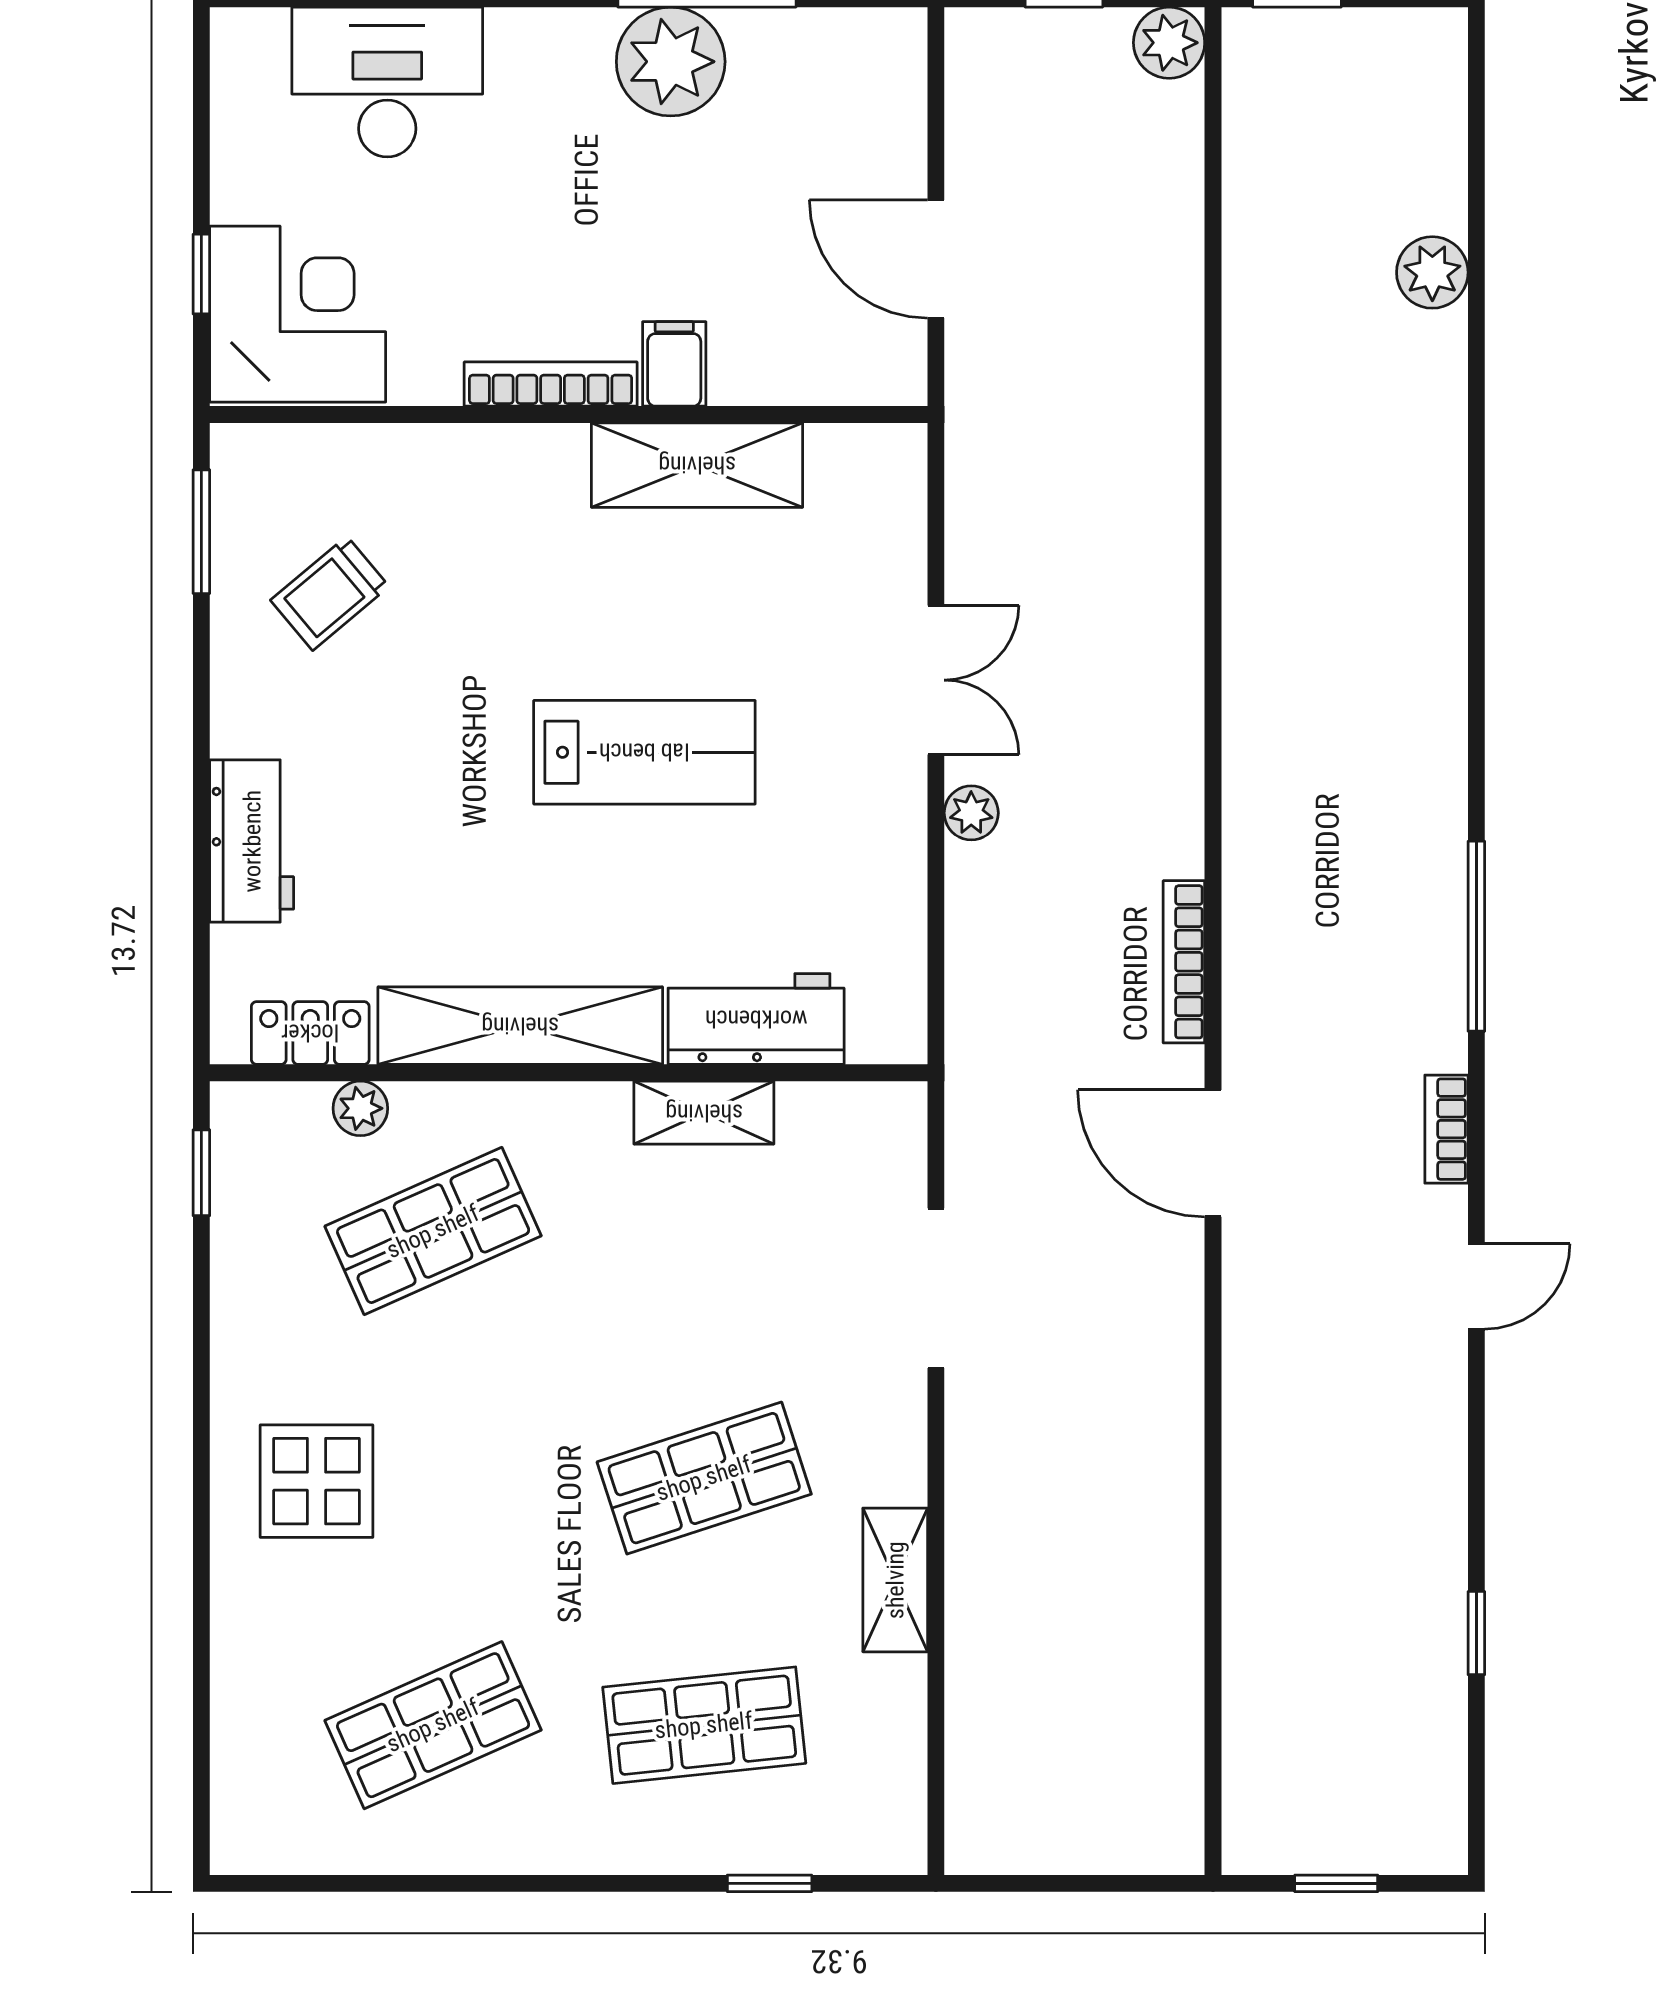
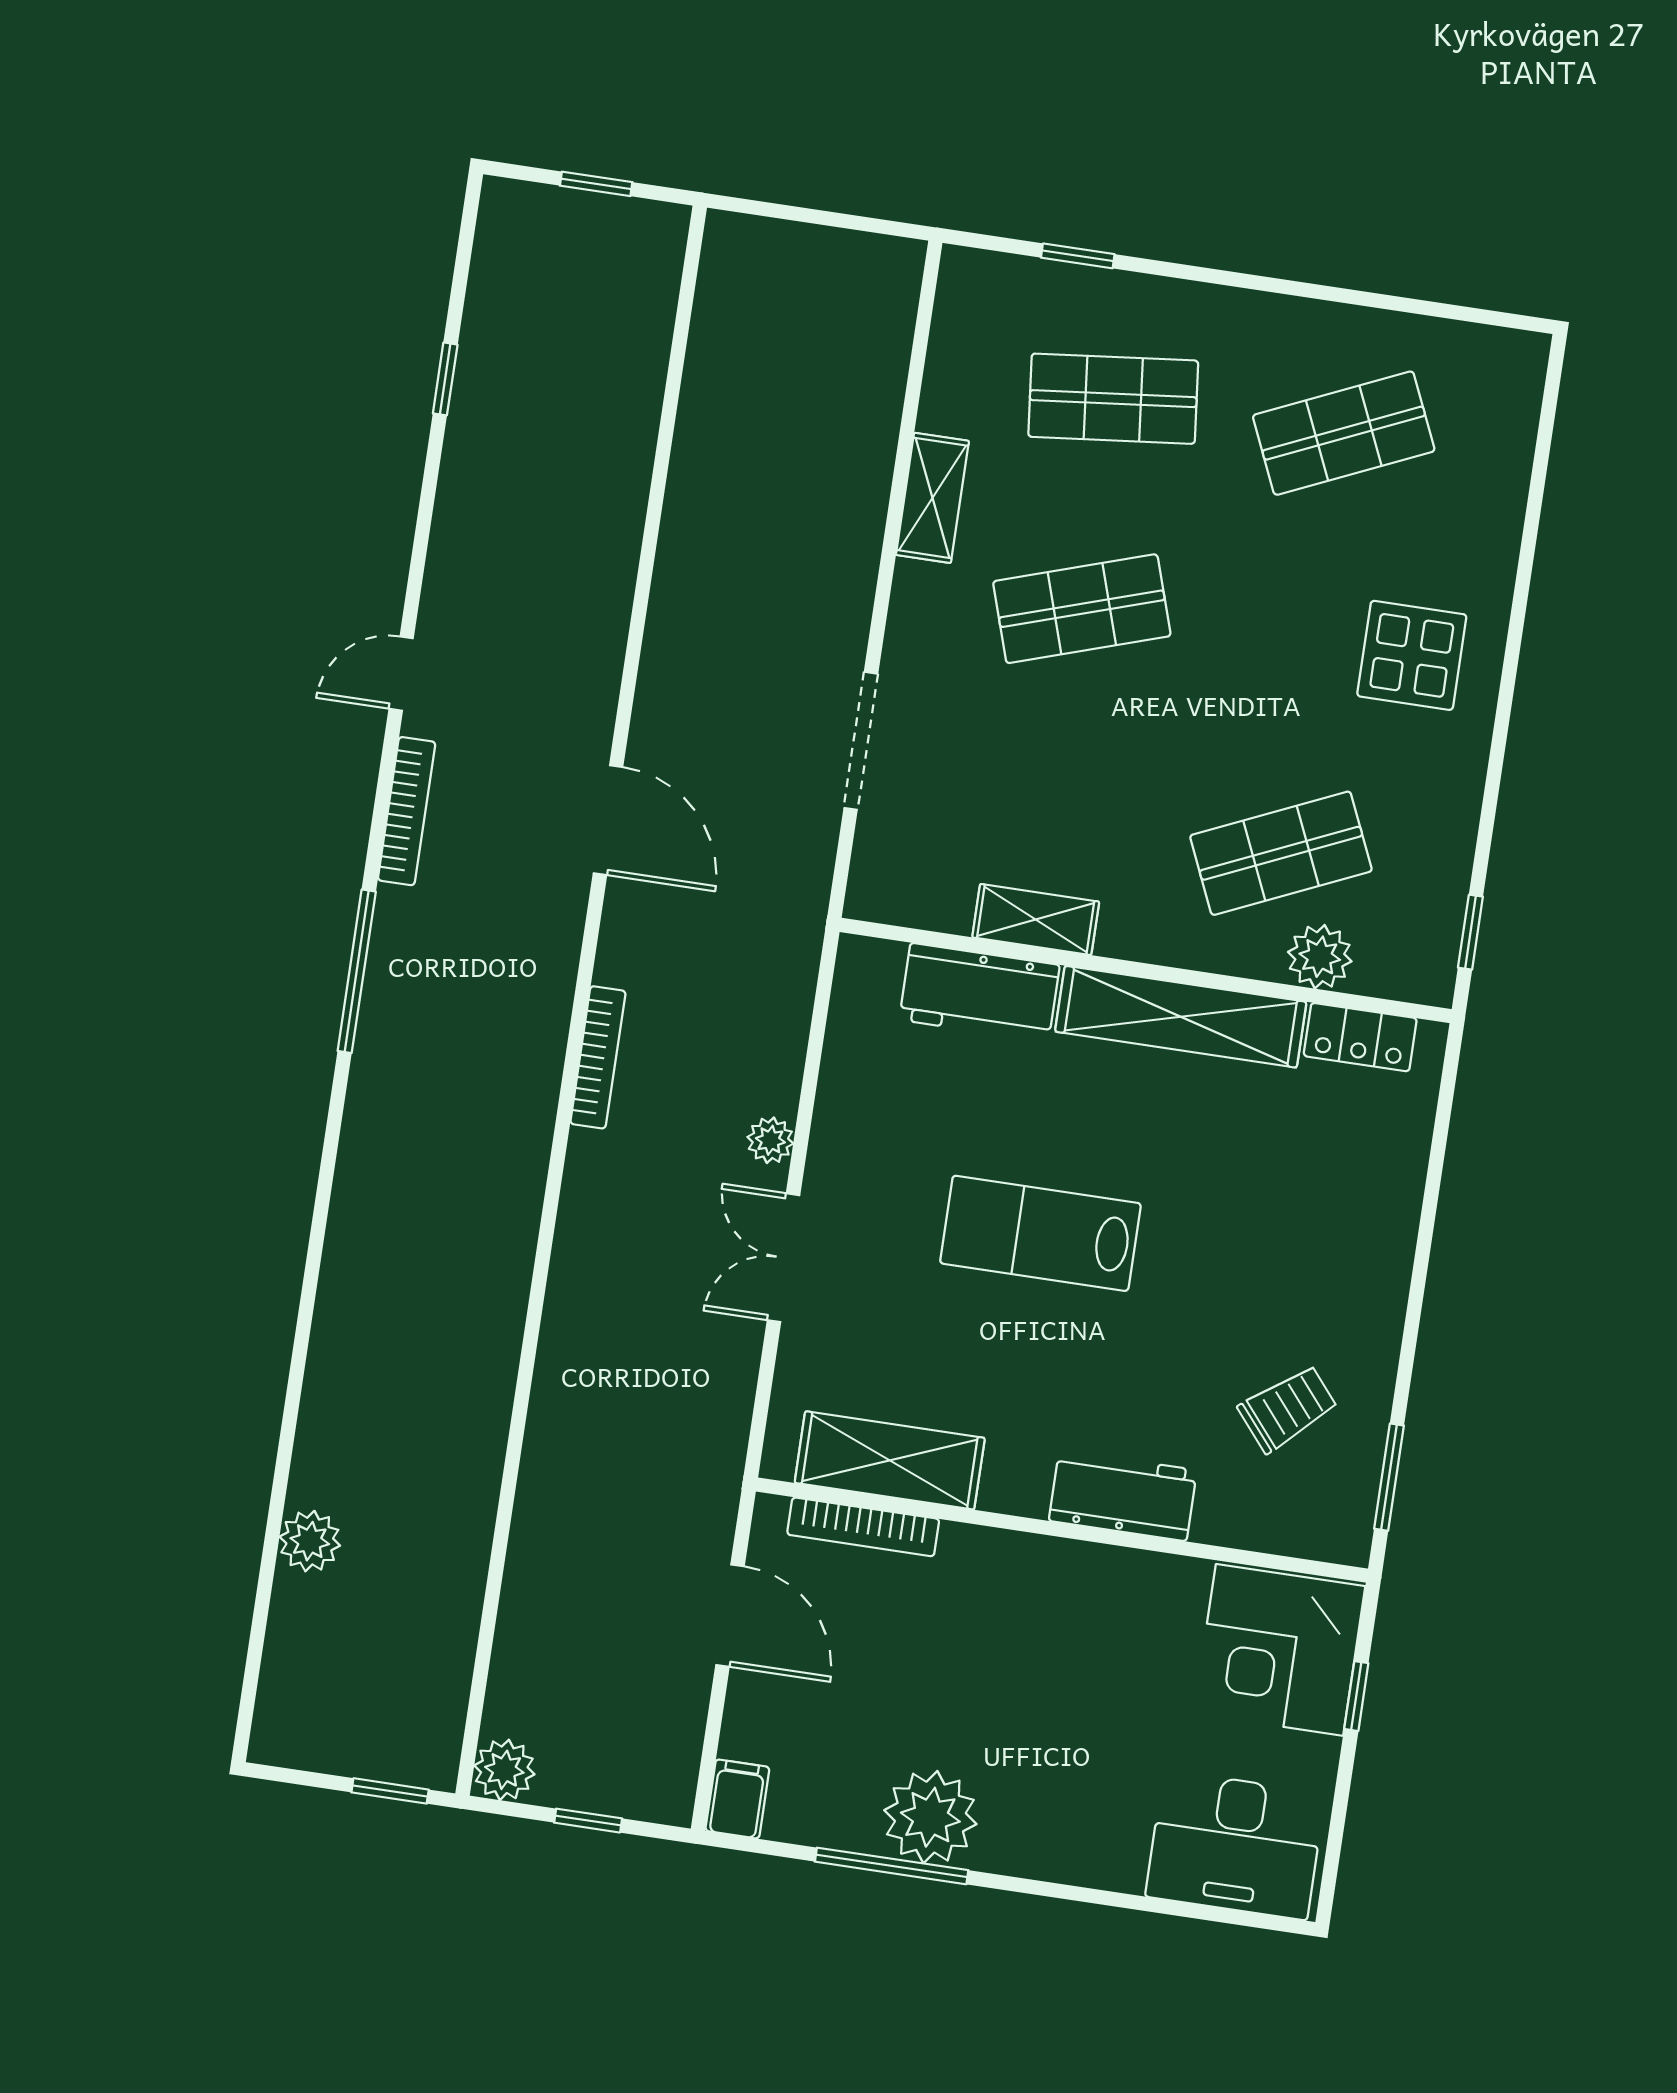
desk: (387, 82) -> (1235, 1845), moved
filing cabinet: (674, 364) -> (737, 1799), moved, turned 180
bookcase: (551, 384) -> (863, 1527), moved
shelving: (697, 465) -> (890, 1460), moved
workbench: (252, 841) -> (1123, 1495), moved, turned 90
bookcase: (1184, 962) -> (598, 1057), moved
plant: (360, 1108) -> (1320, 957), width x1.38, depth x1.38
bookcase: (1446, 1129) -> (407, 811), width x1.56

